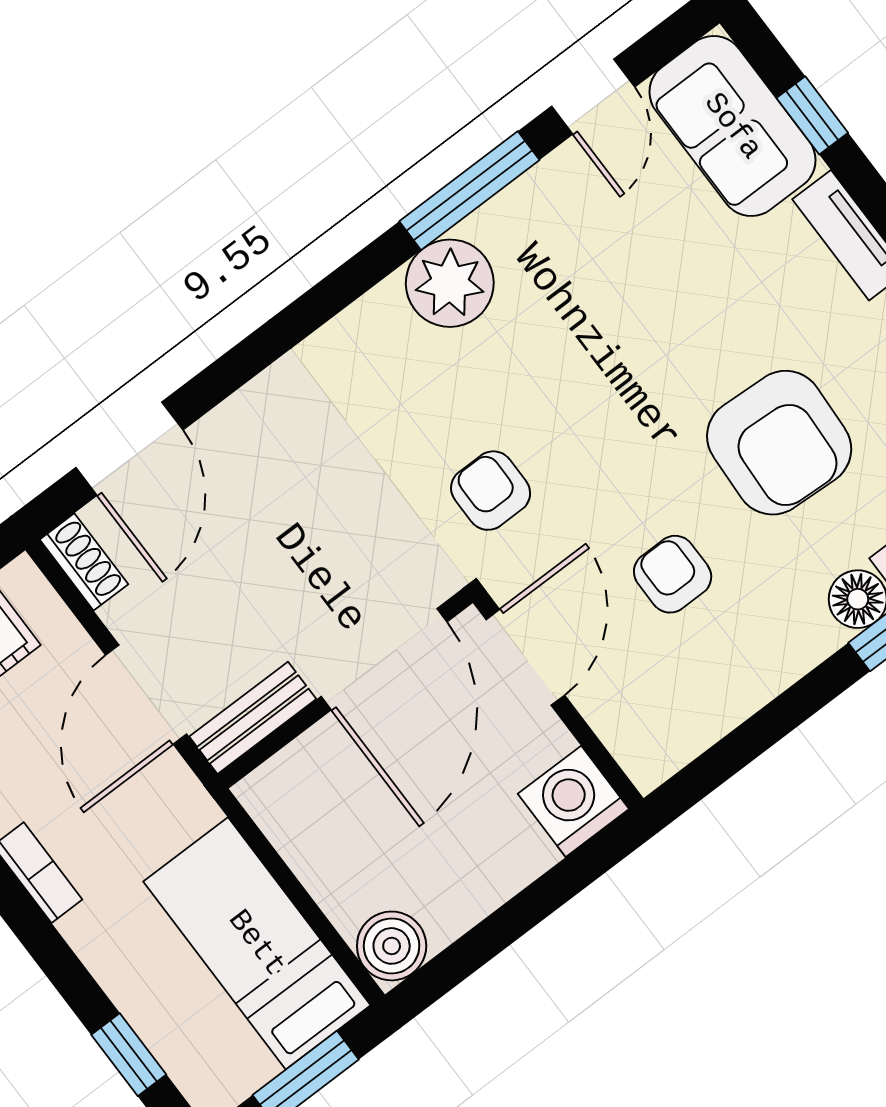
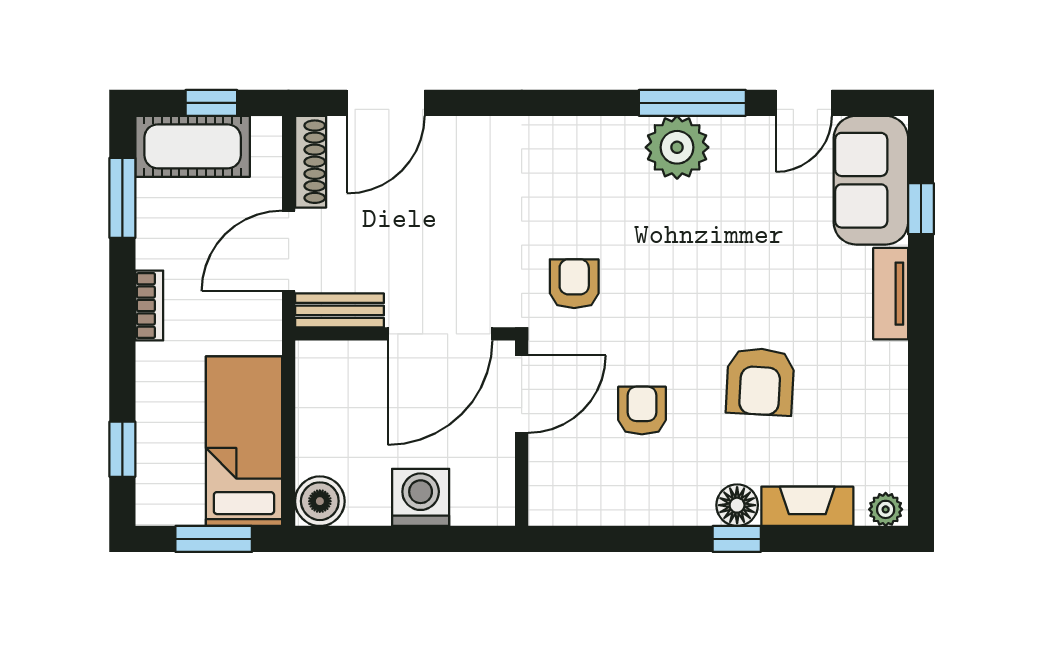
plant: (450, 283) -> (677, 147), moved
armchair: (779, 443) -> (760, 382), width x0.73, depth x0.73
shoe rack: (84, 562) -> (311, 162), width x1.43
washing machine: (573, 801) -> (421, 497), moved

